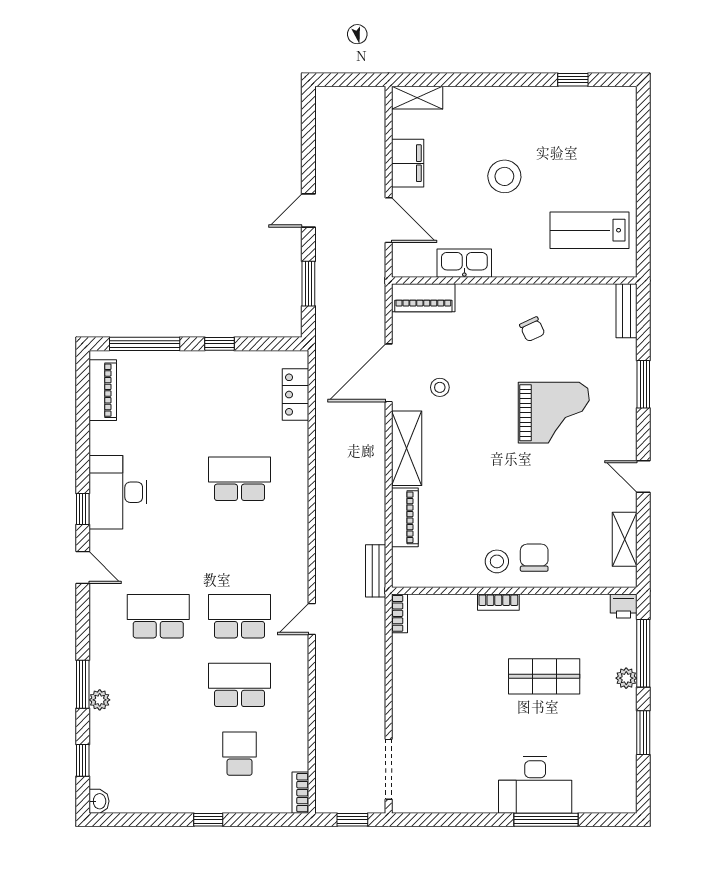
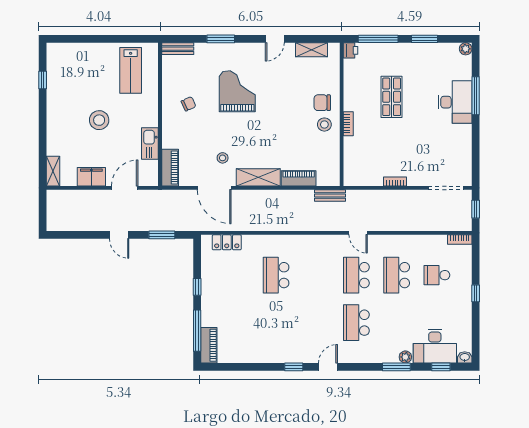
piano: (103, 390) -> (209, 345), moved, turned 90
desk: (118, 492) -> (435, 346), moved
bookcase: (399, 613) -> (395, 181), moved
plant: (626, 678) -> (466, 49), moved

